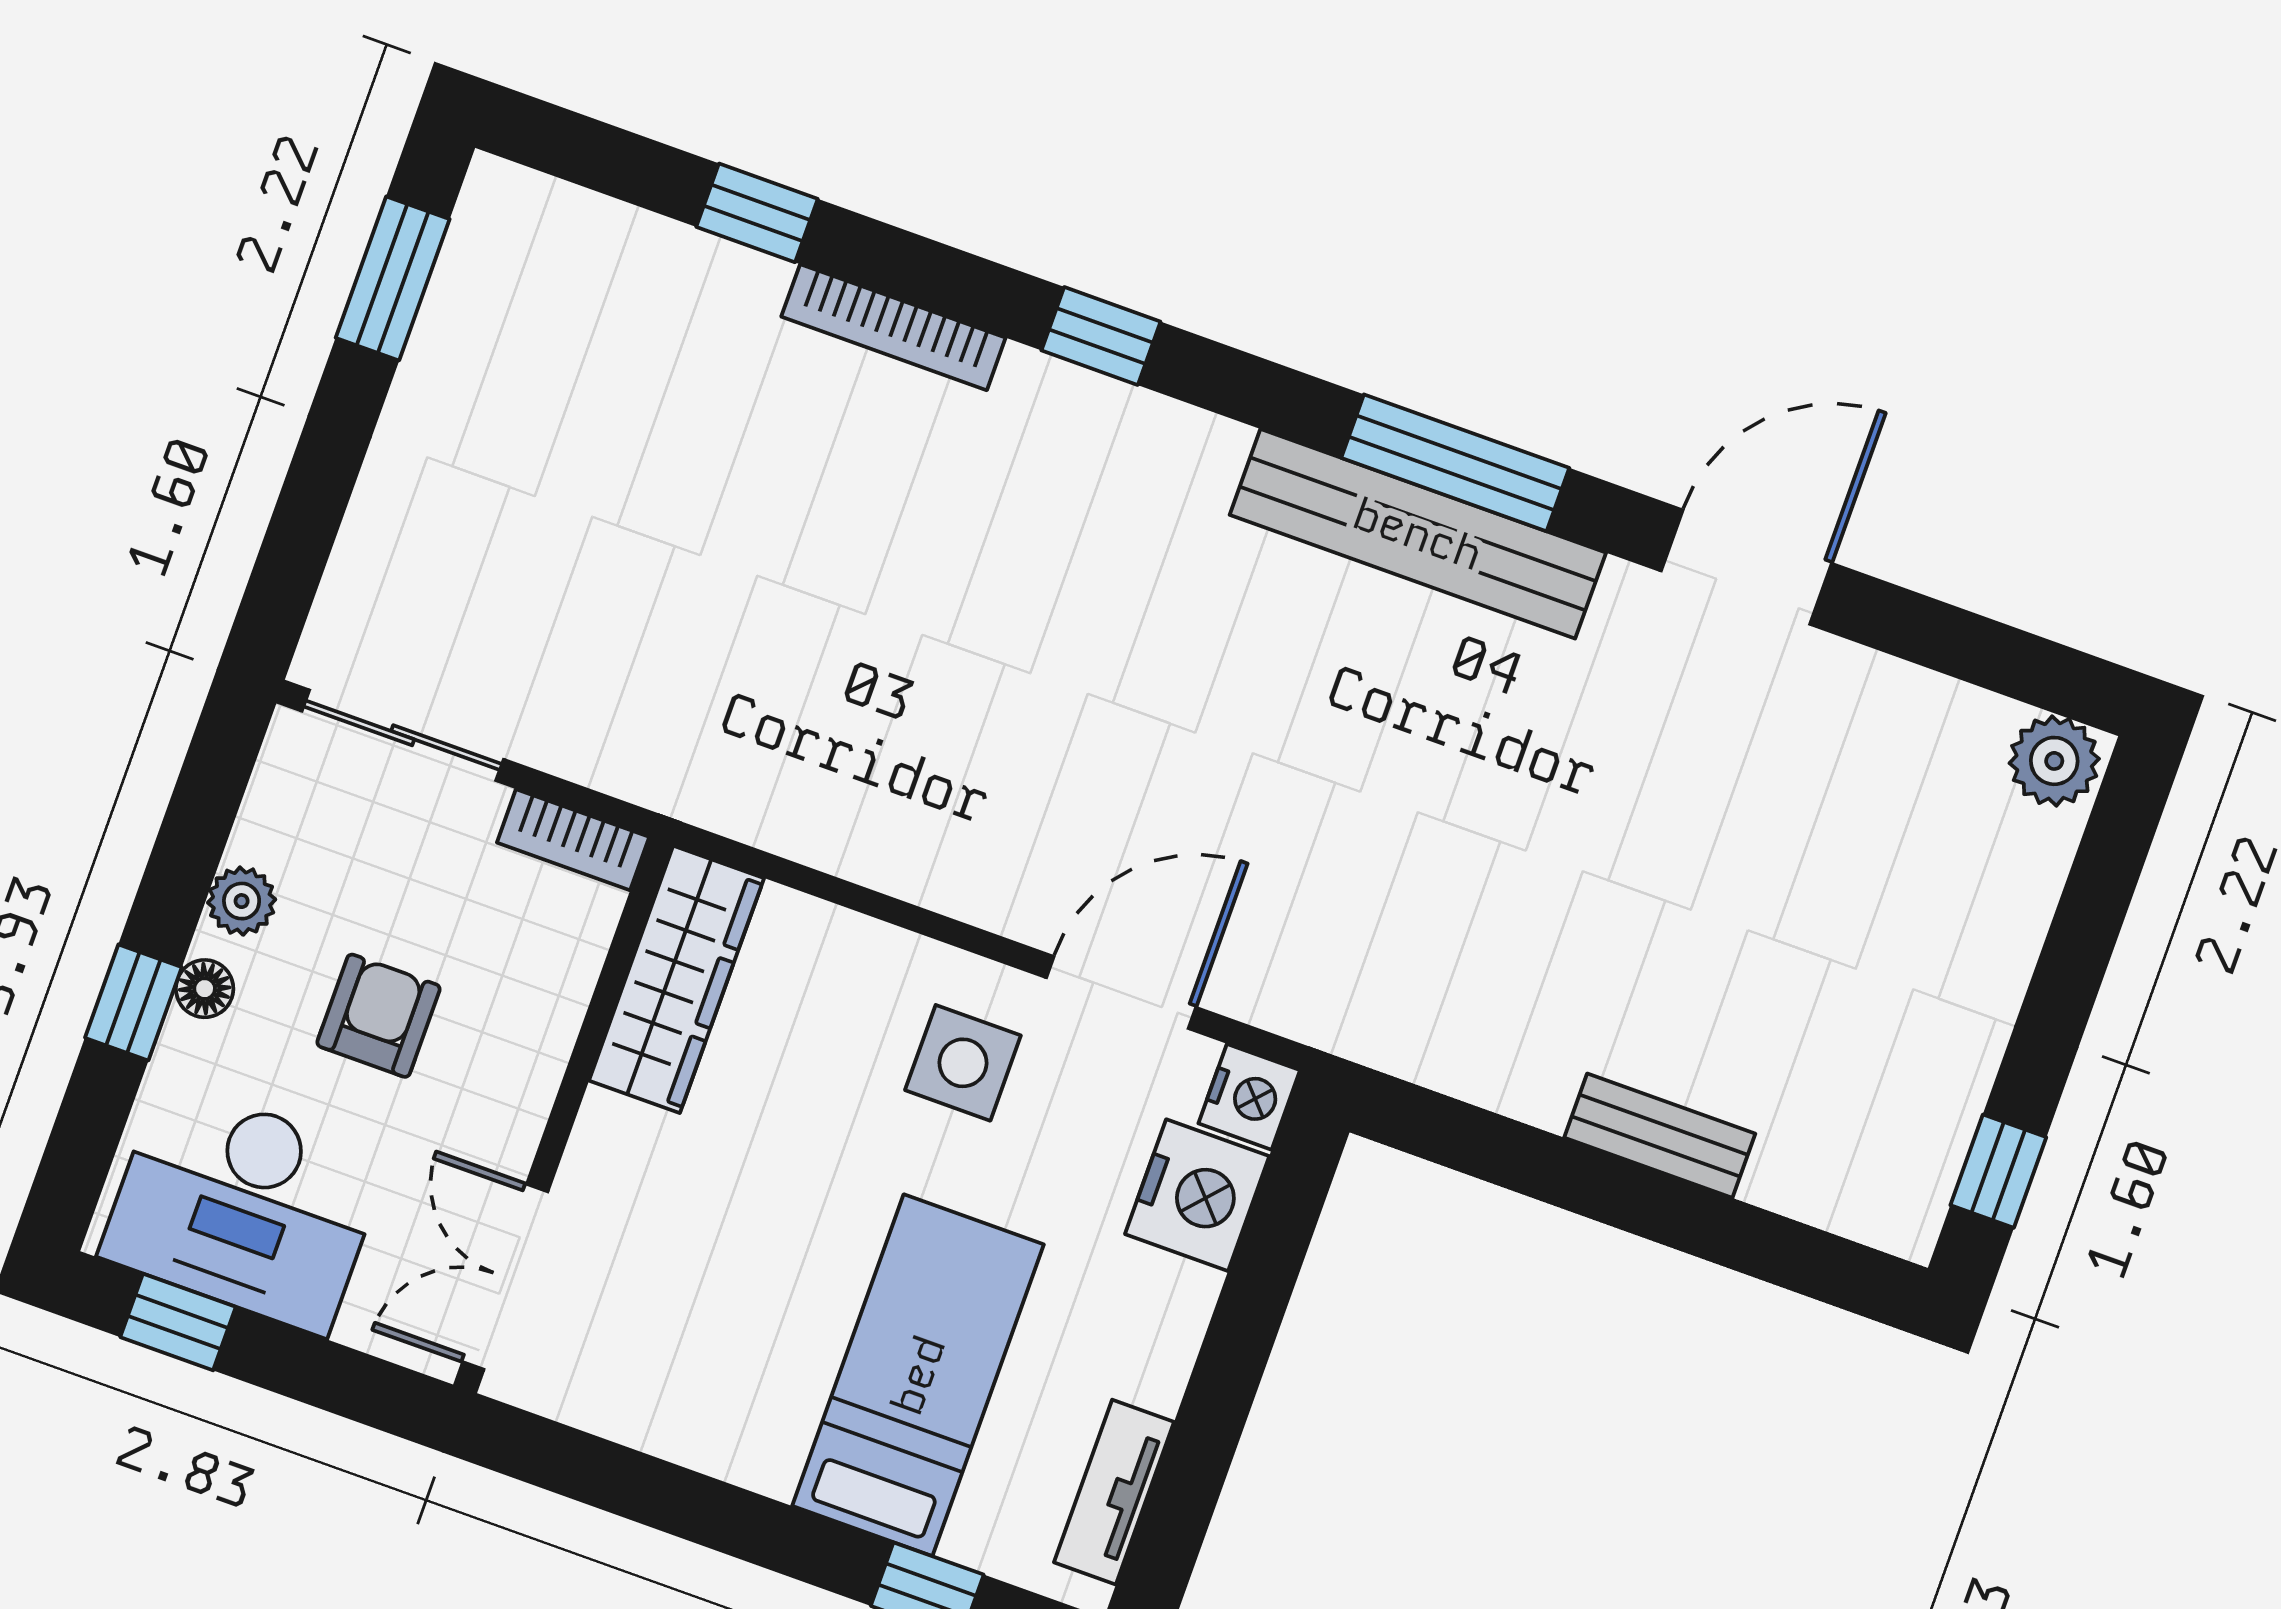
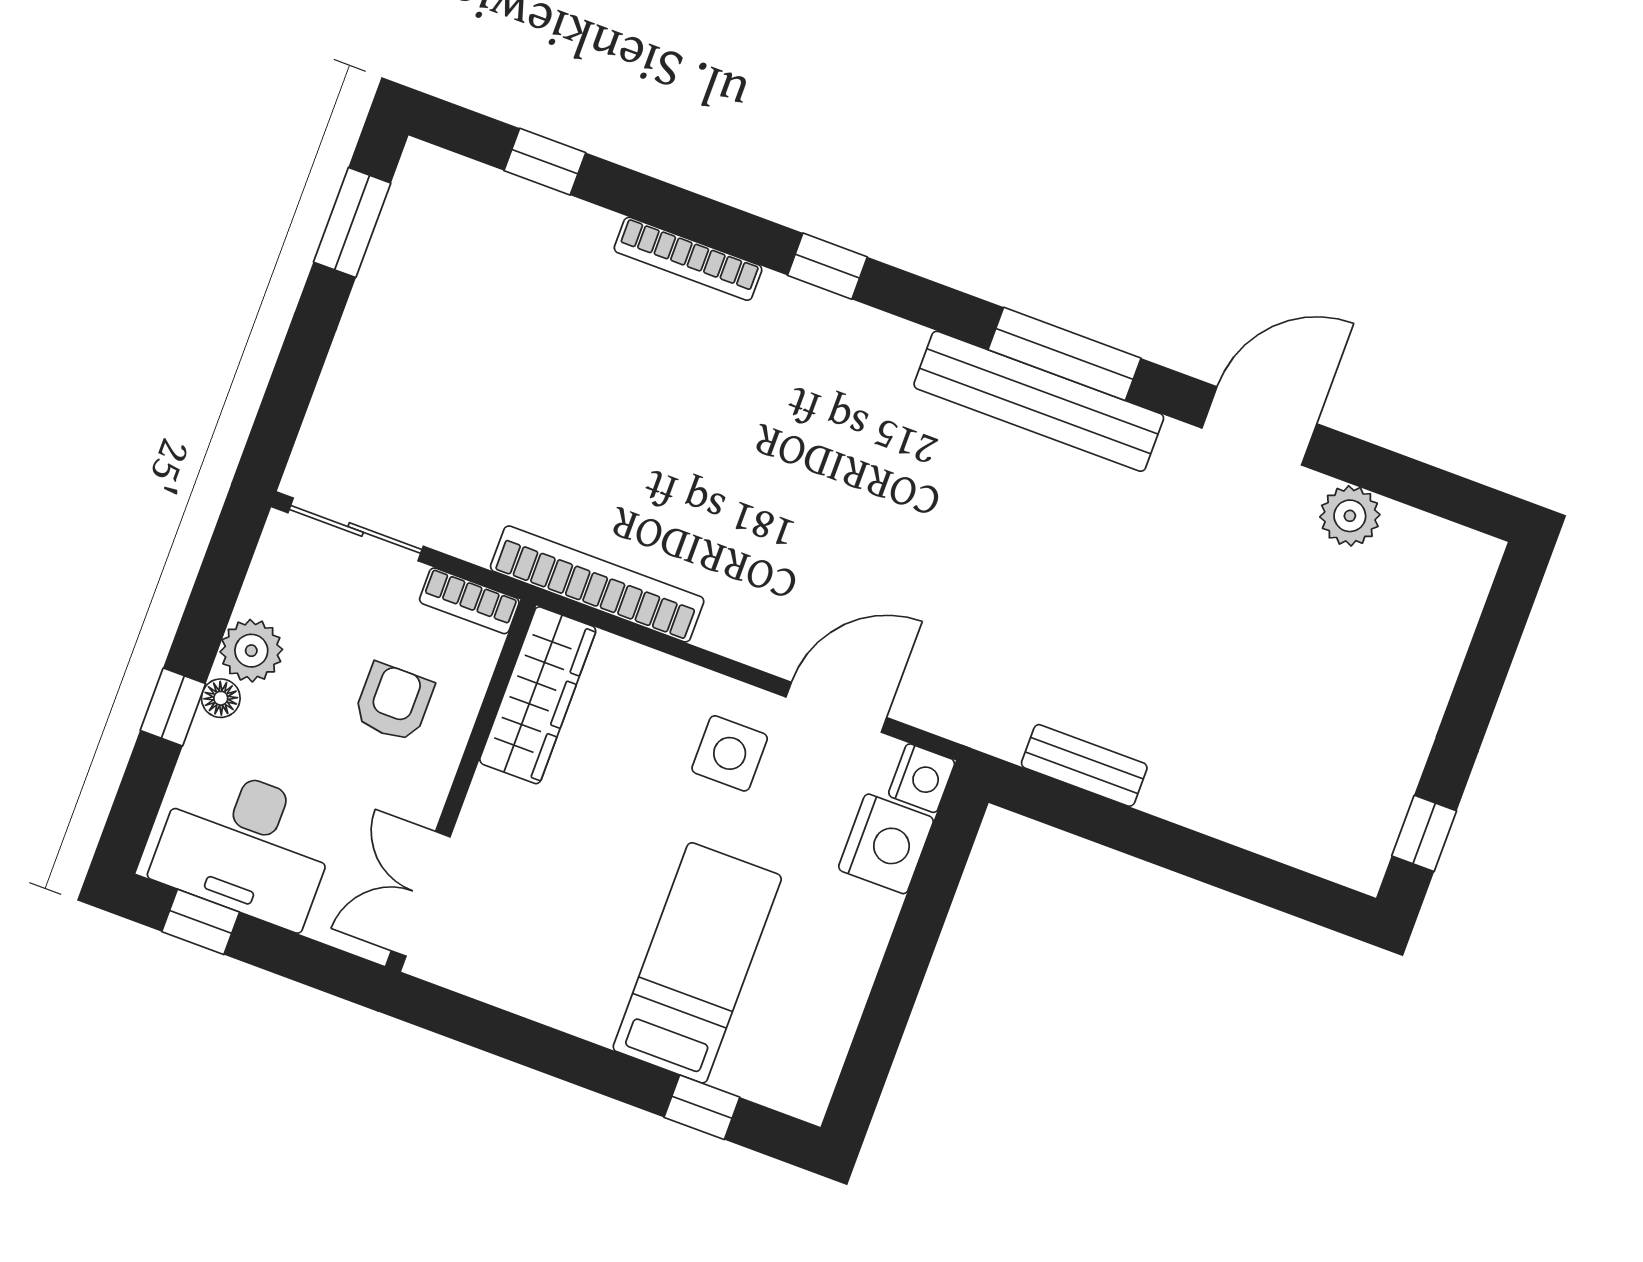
window: (757, 213) -> (545, 162), moved
plant: (2054, 761) -> (1350, 516), moved
bookcase: (763, 813) -> (597, 584), added
plant: (242, 901) -> (251, 651), width x1.38, depth x1.38
armchair: (379, 1016) -> (394, 702), moved
bench: (1660, 1136) -> (1084, 765), moved
tv unit: (1114, 1492) -> (828, 1043), removed

